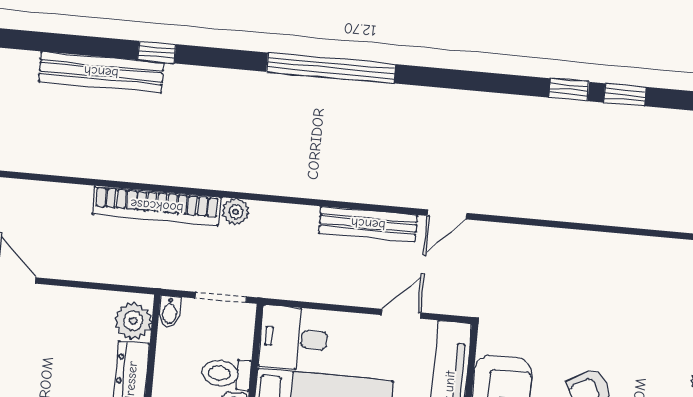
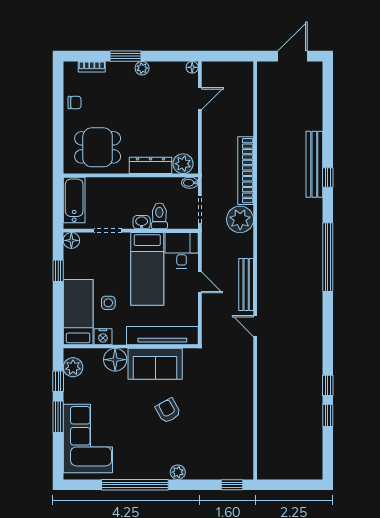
window: (157, 52) -> (328, 178), moved
bench: (101, 72) -> (314, 164), moved
plant: (236, 212) -> (240, 219), width x1.87, depth x1.87
door: (401, 314) -> (200, 282), moved

